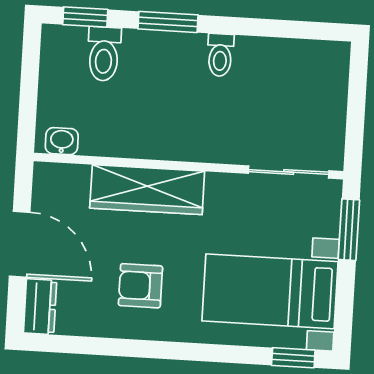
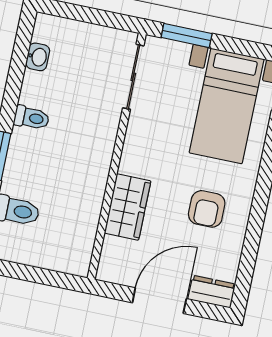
washbasin: (62, 141) -> (38, 57), moved, turned 180
wardrobe: (147, 190) -> (128, 207), width x0.67

